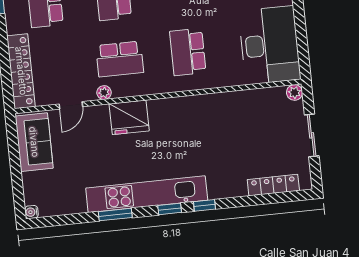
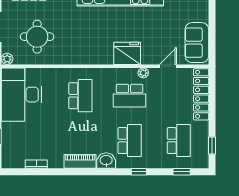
school desk: (120, 59) -> (130, 96), turned 180
round table: (256, 127) -> (37, 37), added

